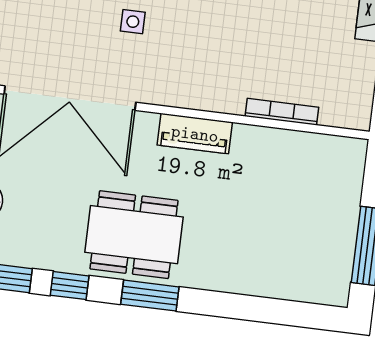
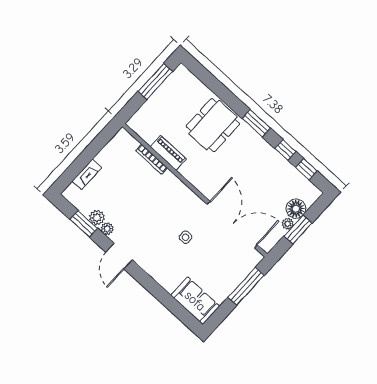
piano: (195, 134) -> (168, 153), moved
dining table: (134, 235) -> (213, 125), moved, turned 90

